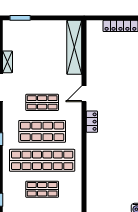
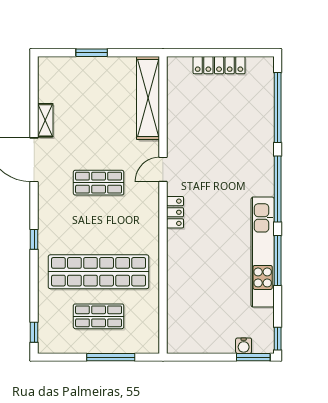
window: (20, 18) -> (92, 53), moved
shop shelf: (42, 131) -> (99, 227), removed

